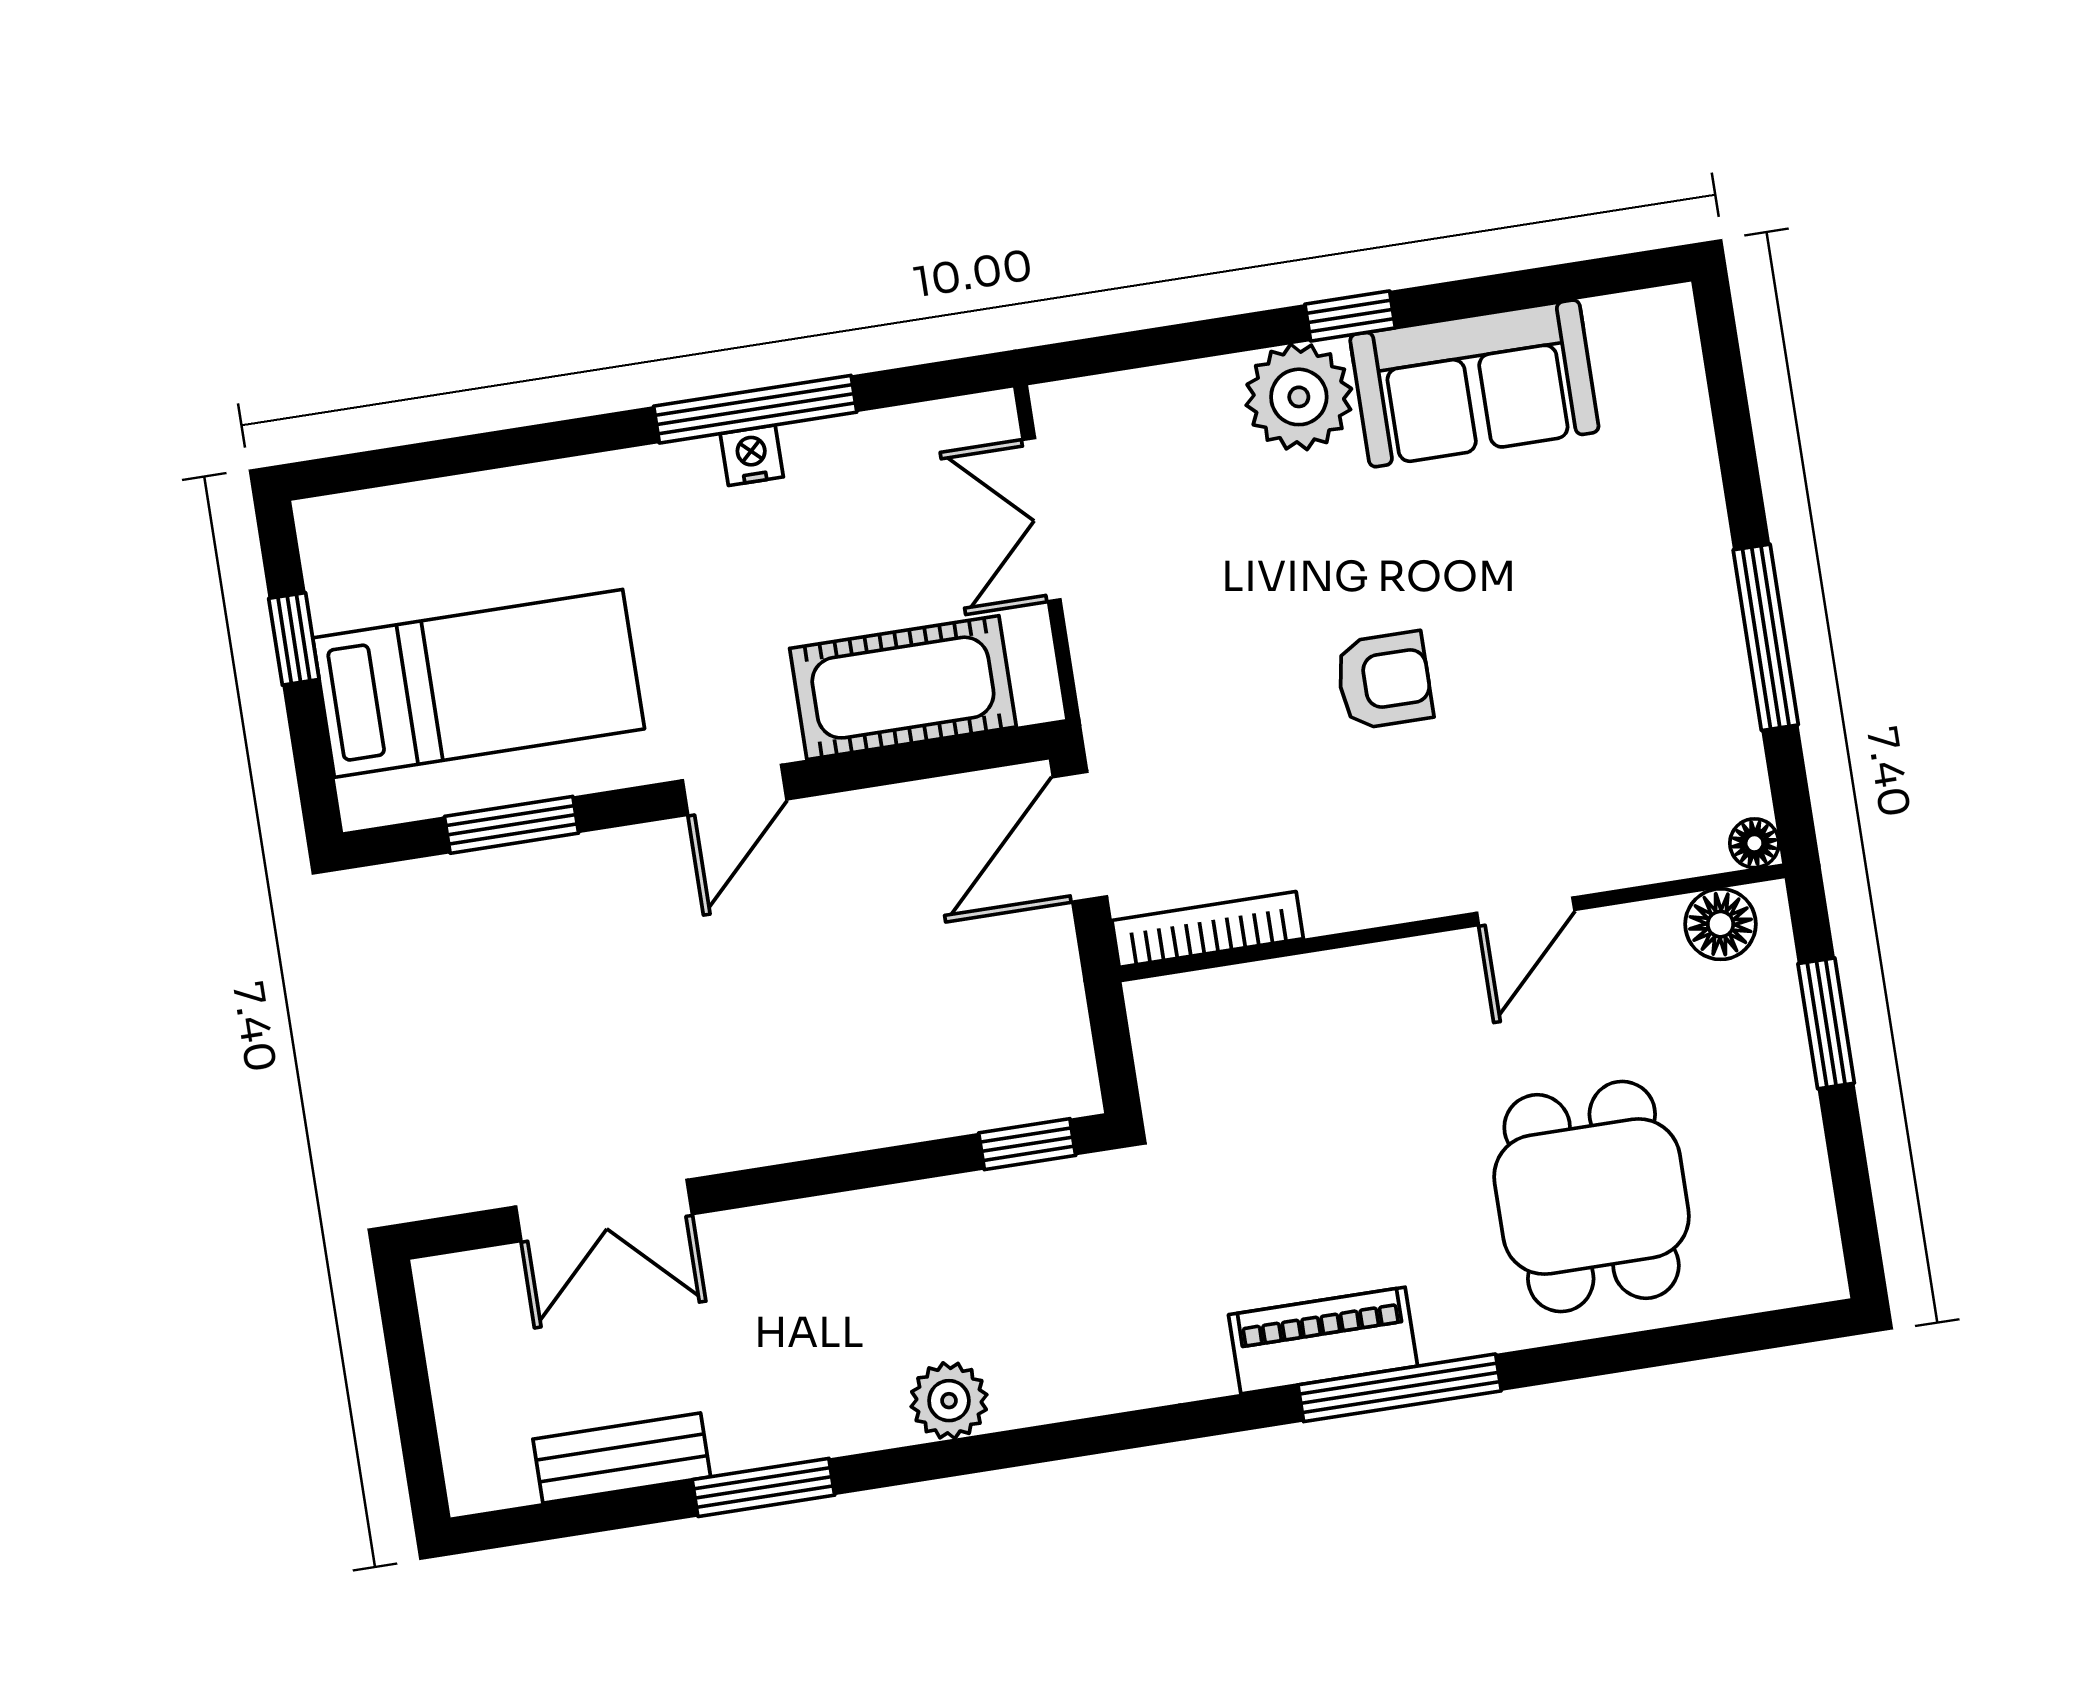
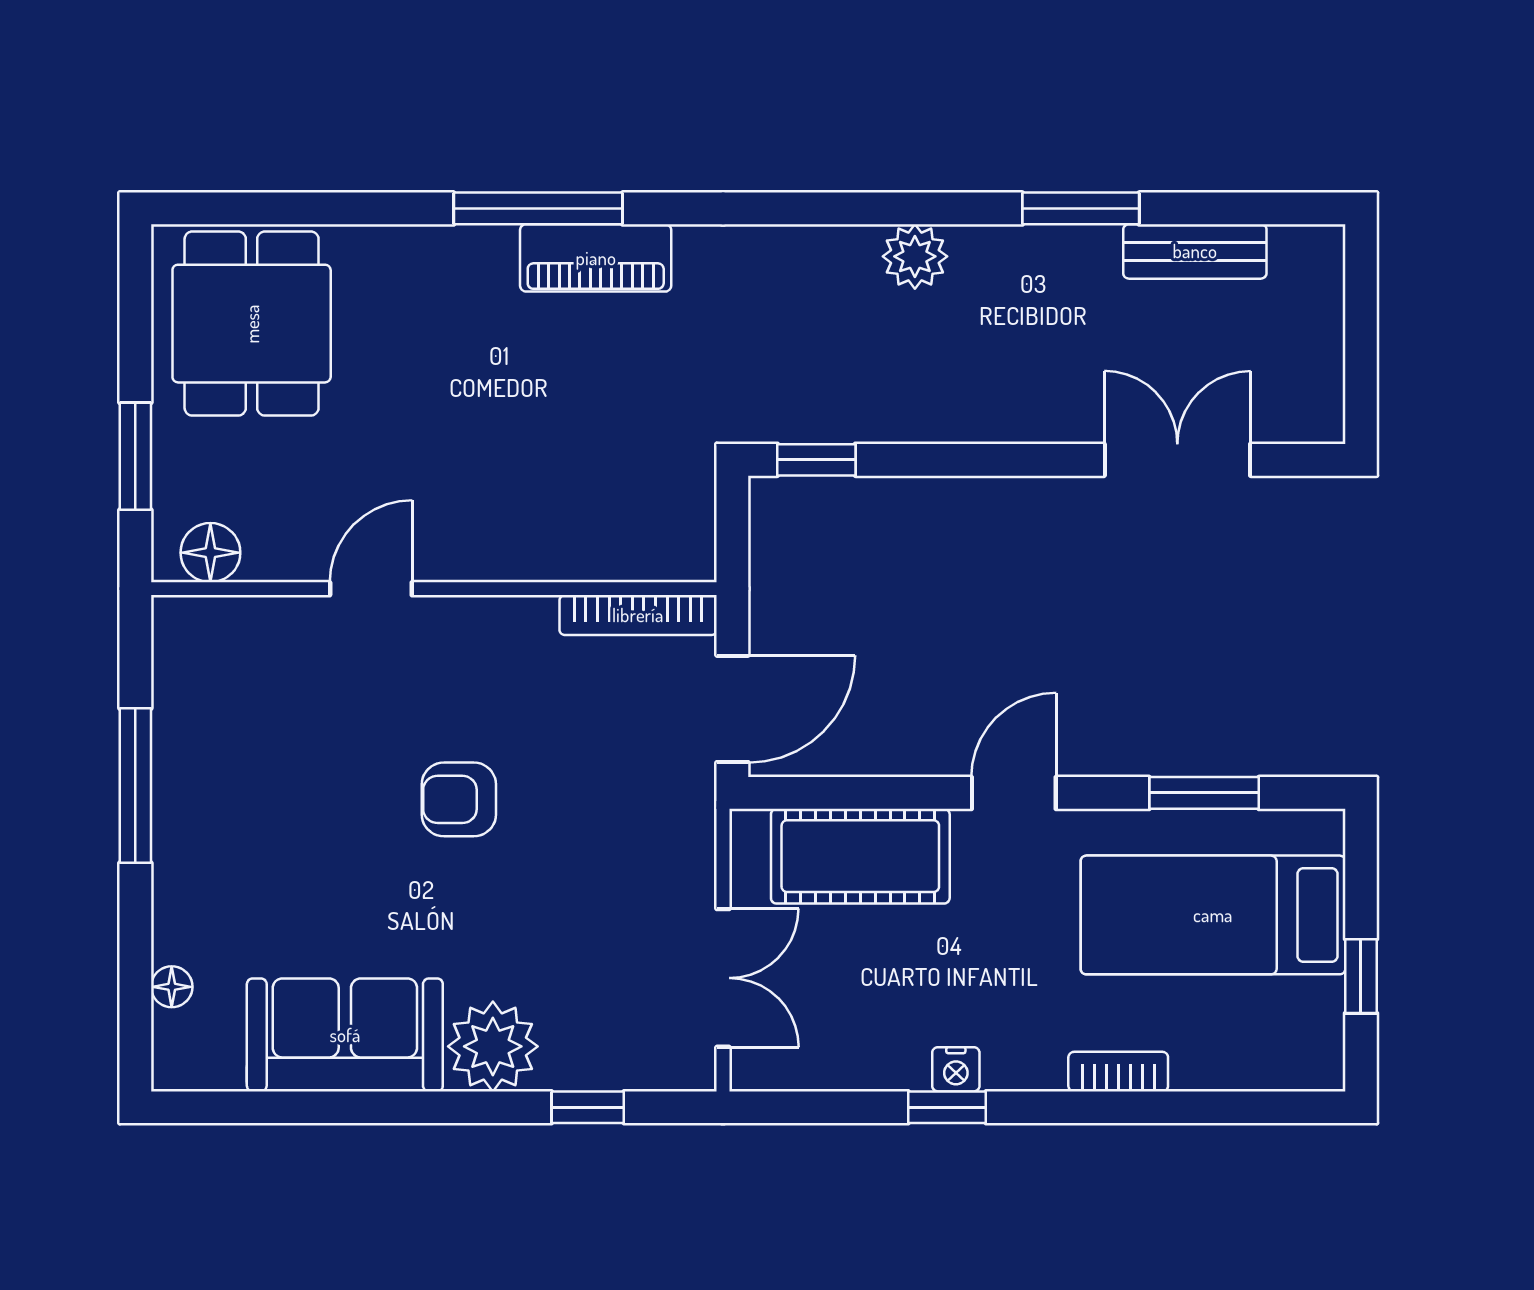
window: (1350, 316) -> (588, 1107), moved
window: (755, 409) -> (947, 1107), width x0.46
bookcase: (561, 482) -> (1118, 1072), added
floor lamp: (1754, 843) -> (172, 987), moved
dining table: (1592, 1197) -> (252, 324), moved

